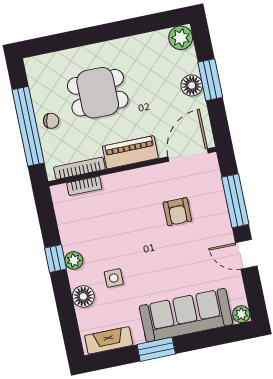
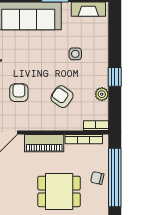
bookcase: (84, 186) -> (96, 126), moved
armchair: (120, 218) -> (62, 97), added
plant: (74, 260) -> (102, 94), moved
floor lamp: (83, 296) -> (100, 45), removed

